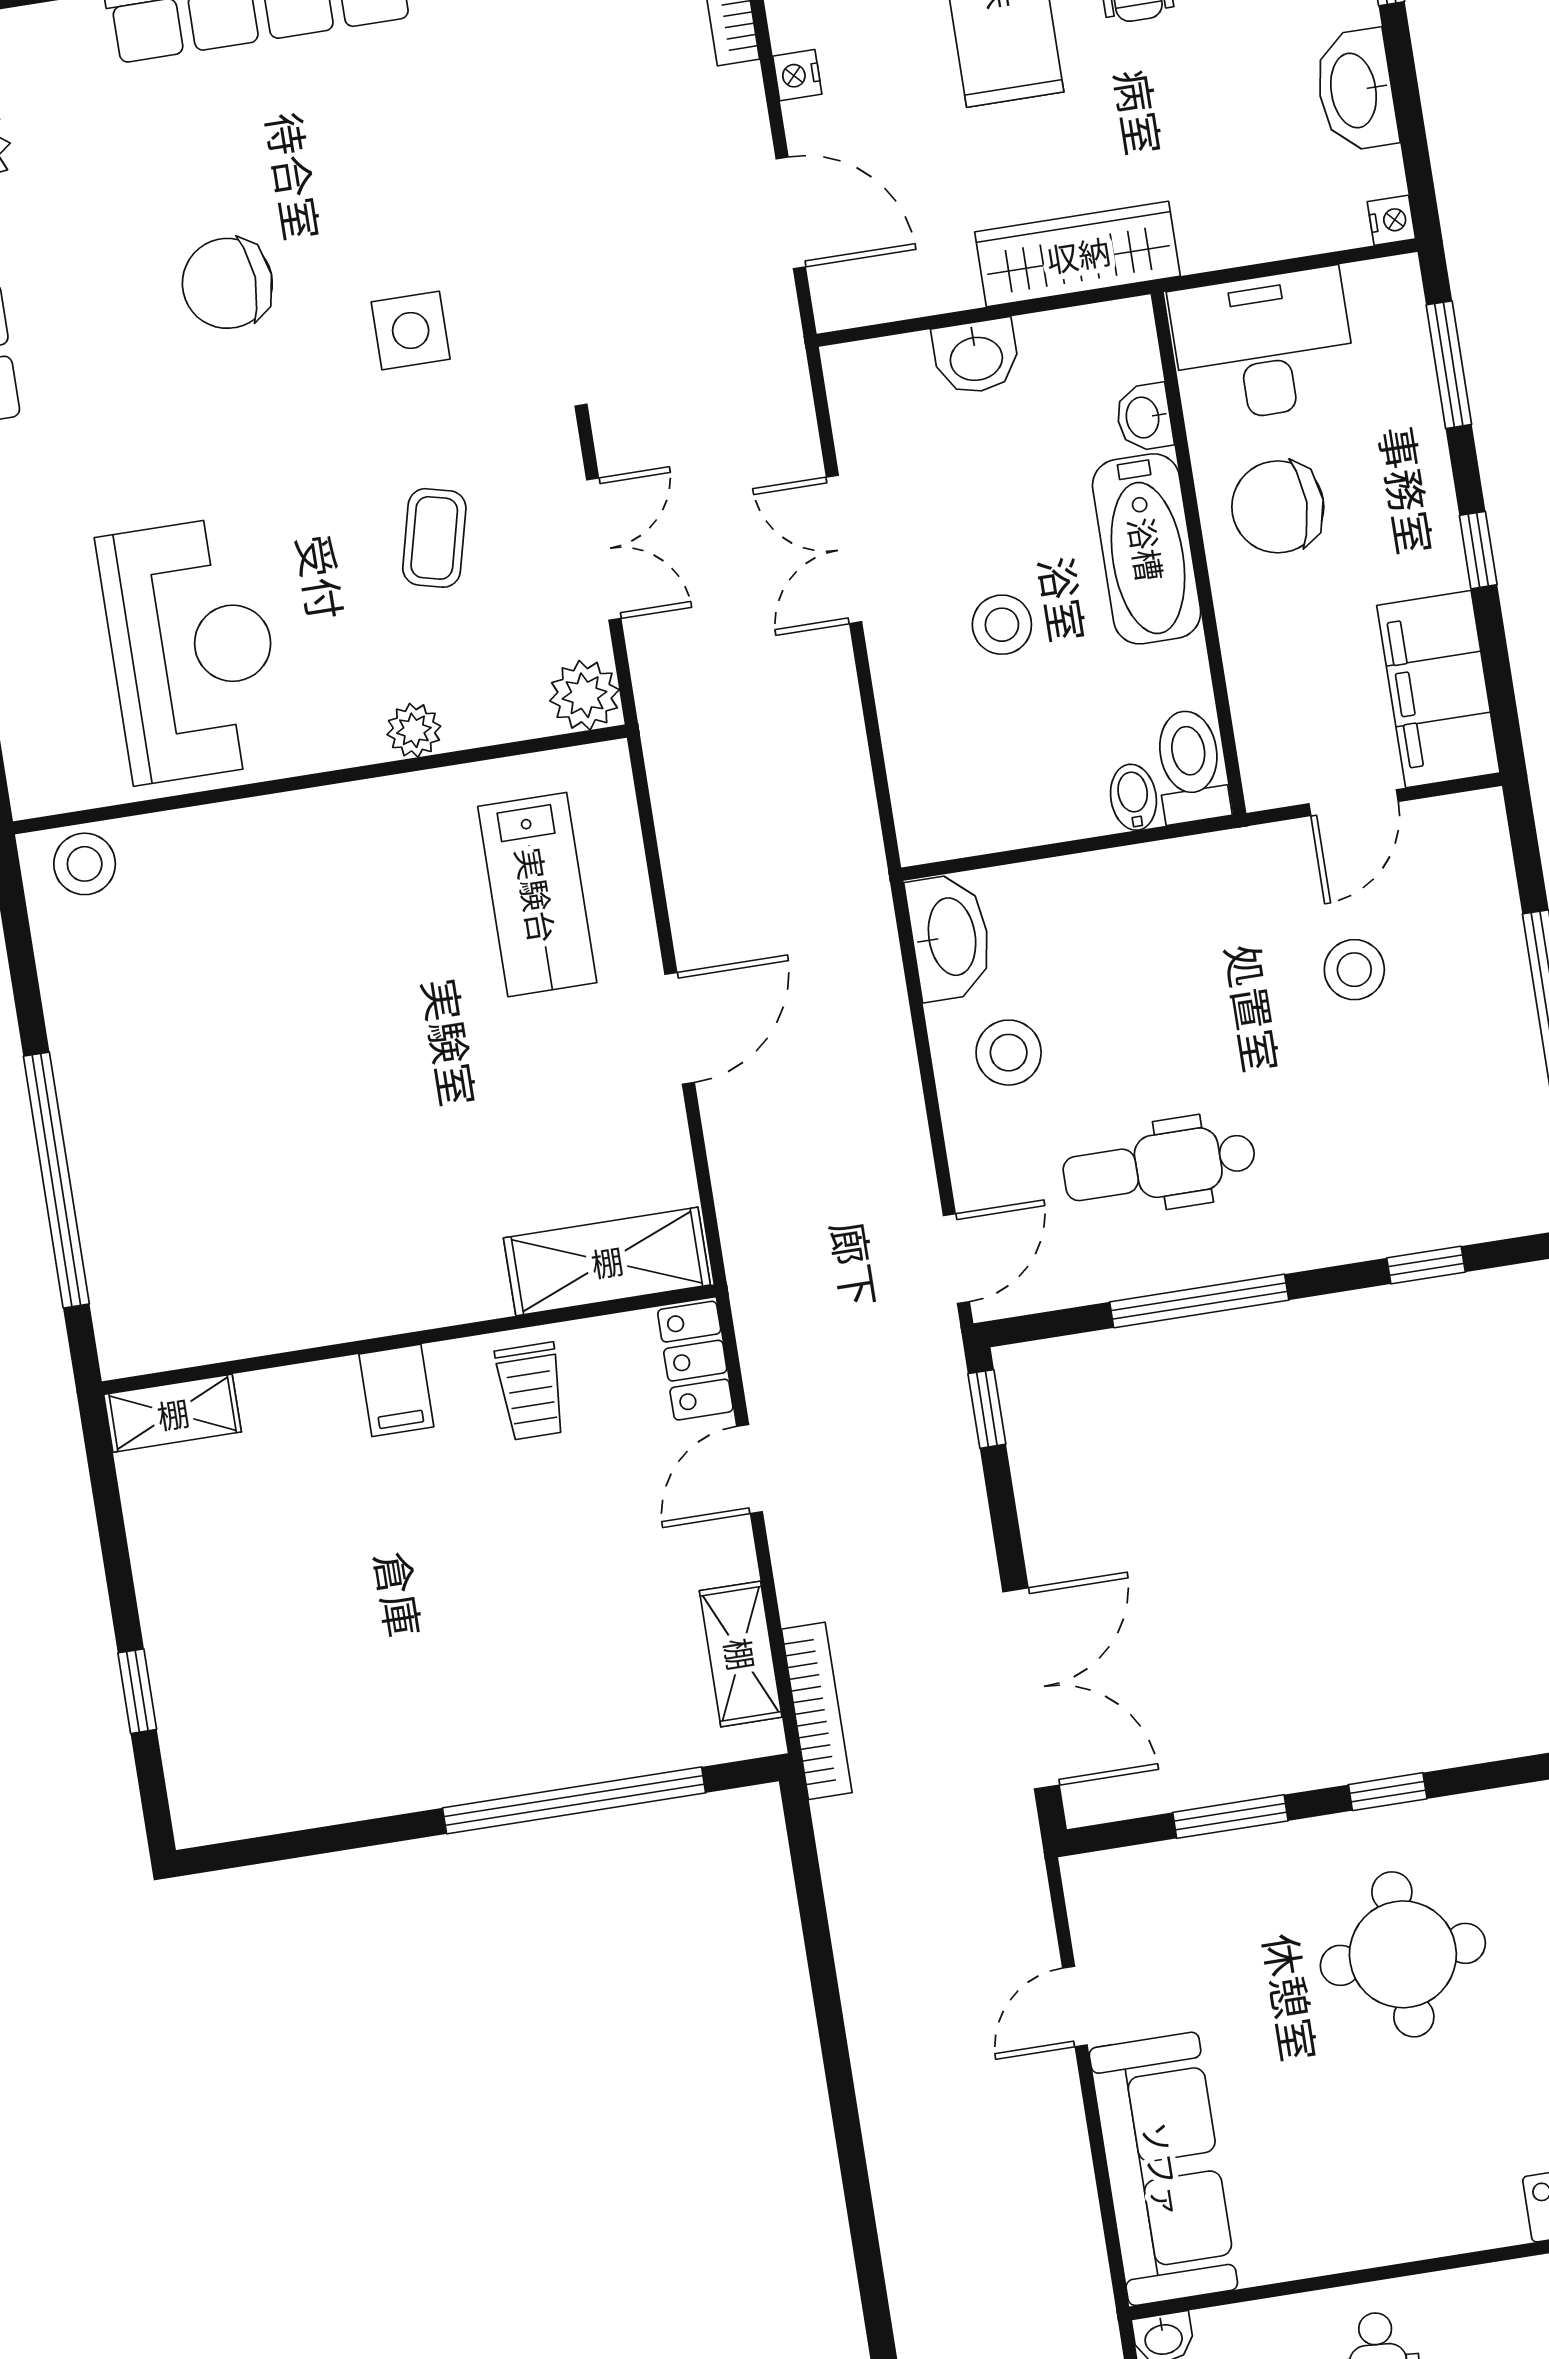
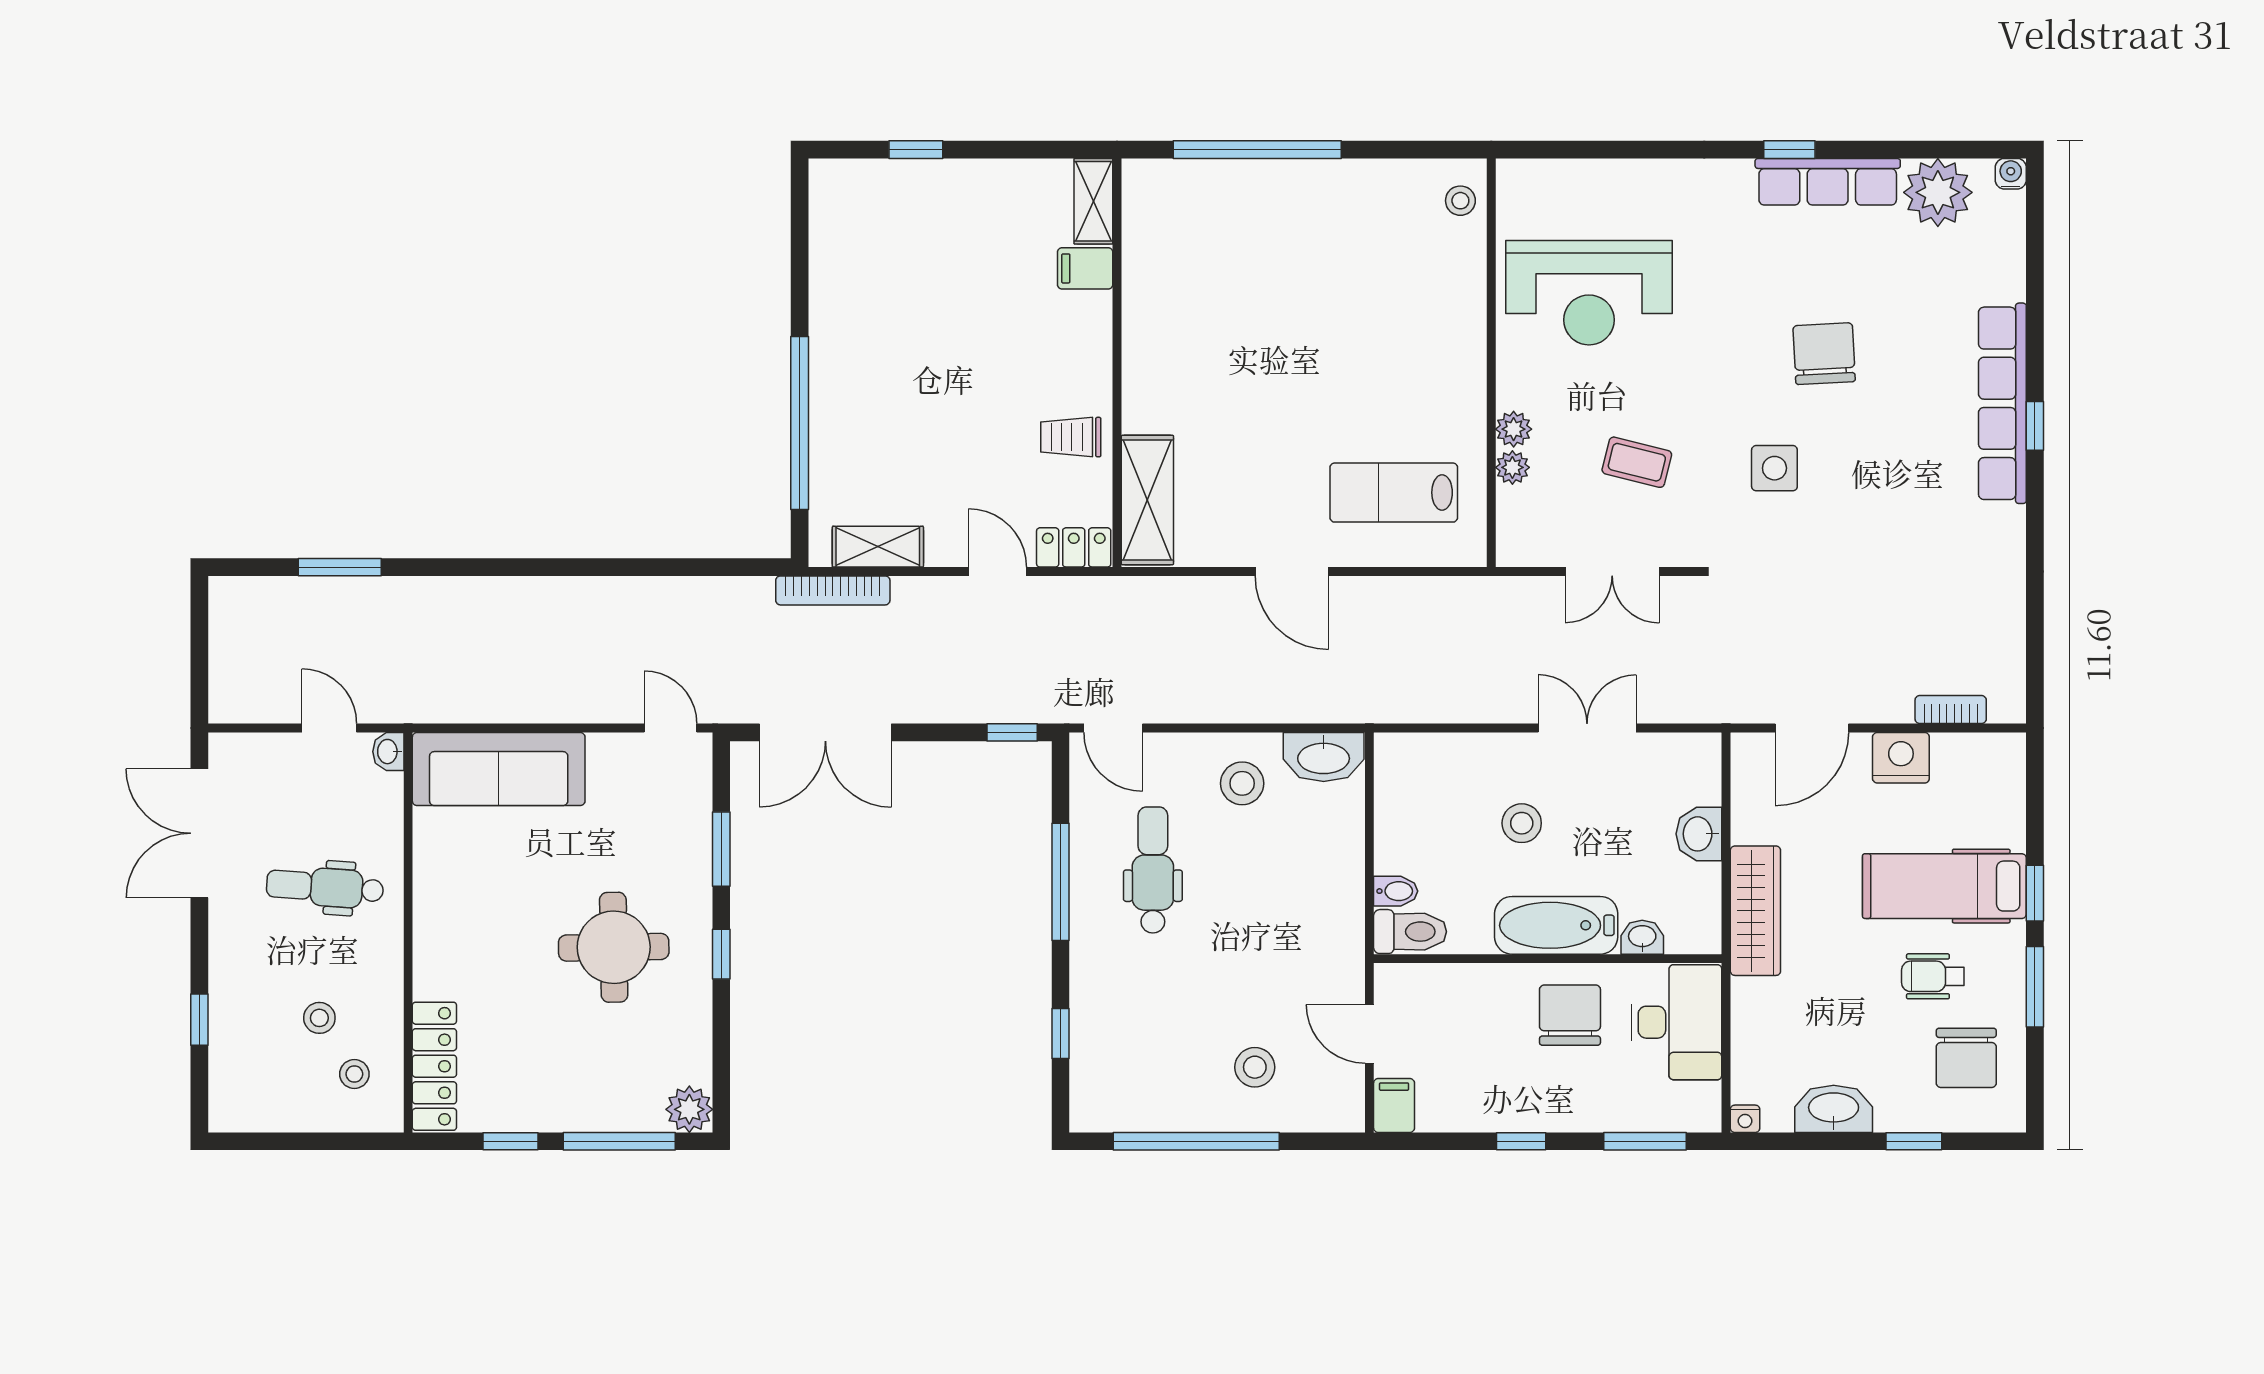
nightstand: (797, 75) -> (1901, 758), width x1.89, depth x1.79
filing cabinet: (1438, 689) -> (1394, 1106), width x0.33, depth x0.86
plant: (585, 695) -> (1512, 467), moved, width x0.73, depth x0.73
stool: (85, 864) -> (1460, 201), width x0.73, depth x0.73
stool: (1354, 970) -> (1255, 1067), moved
filing cabinet: (396, 1390) -> (1085, 268), moved
door: (1075, 2007) -> (671, 728), moved

